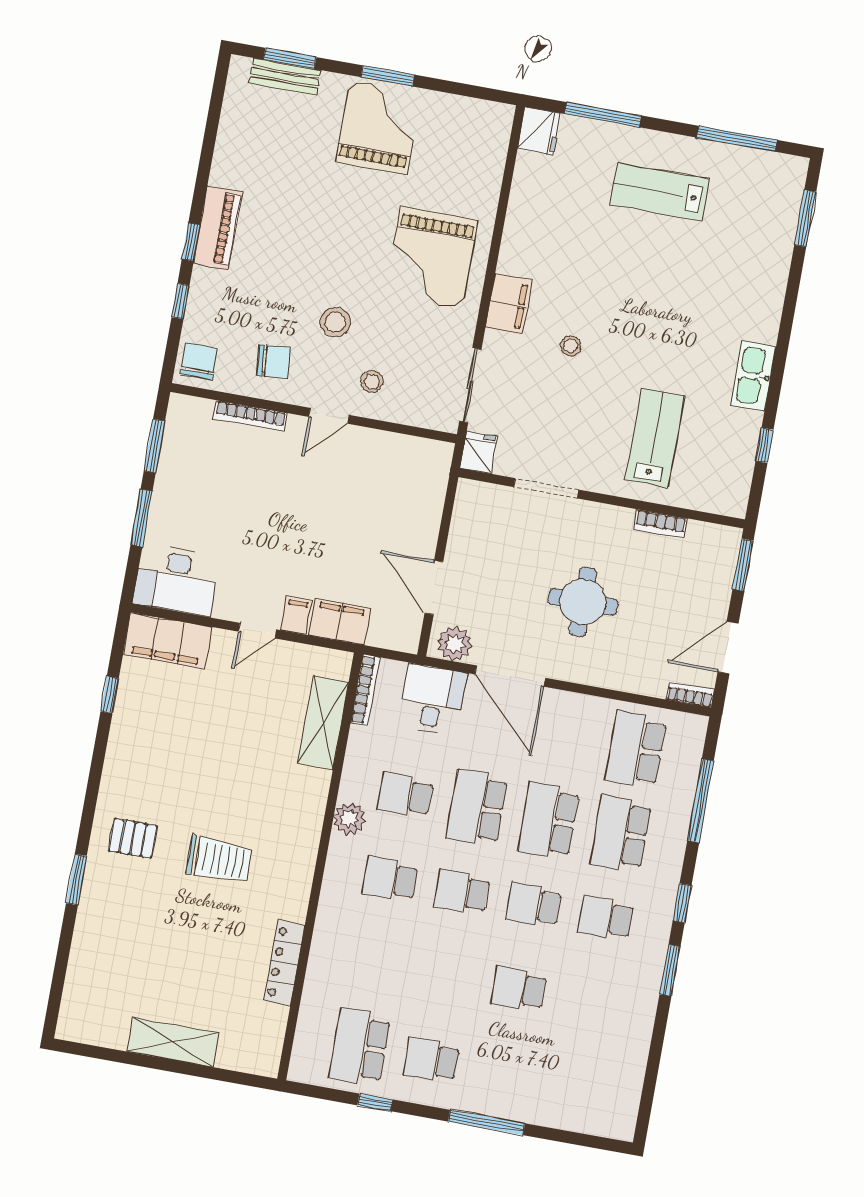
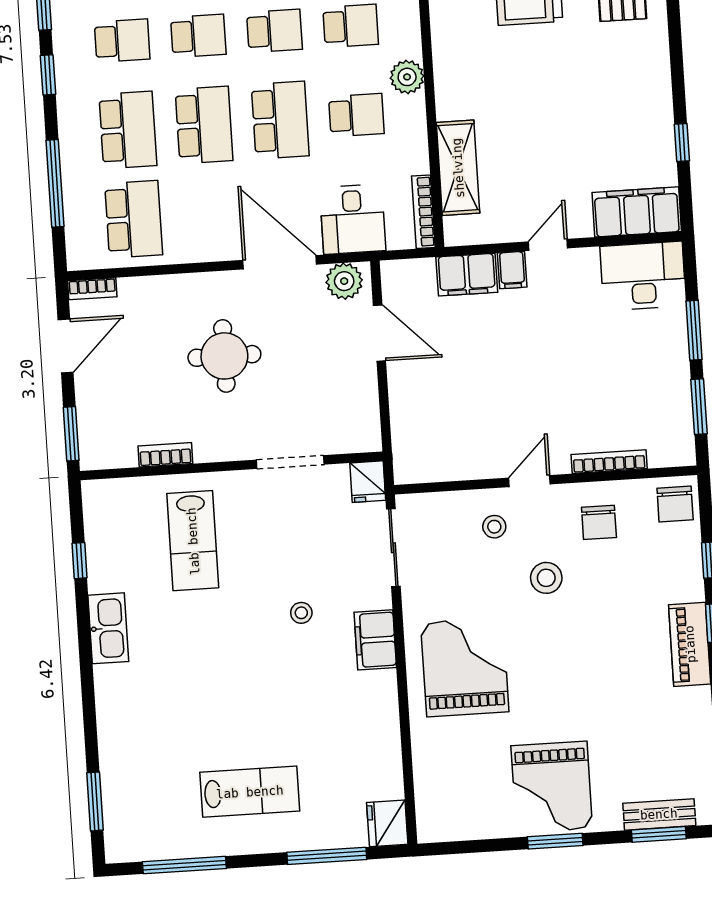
chair: (274, 361) -> (599, 522), turned -85

